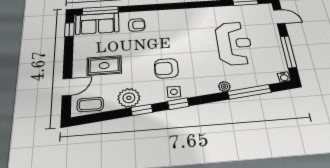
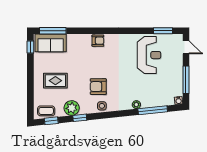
armchair: (137, 25) -> (98, 41), moved
reception desk: (234, 43) -> (149, 55), moved
door: (67, 87) -> (30, 96), removed
window: (178, 104) -> (51, 121), moved

